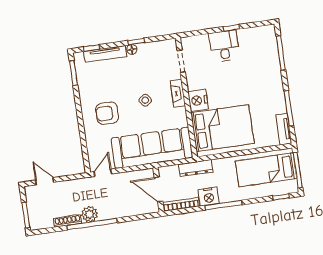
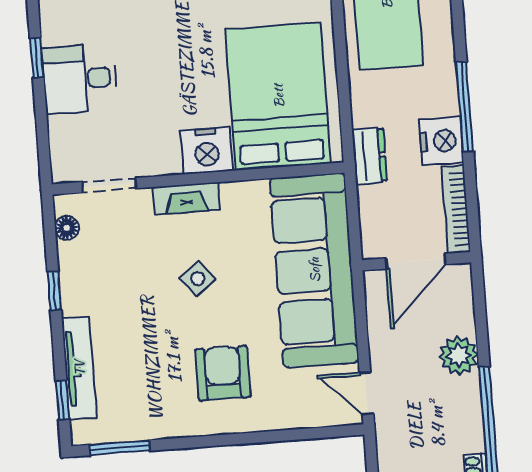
floor lamp: (132, 49) -> (67, 228), moved
armchair: (107, 113) -> (223, 373), turned 180
dresser: (196, 168) -> (369, 156), width x0.70
plant: (90, 214) -> (459, 356), moved

